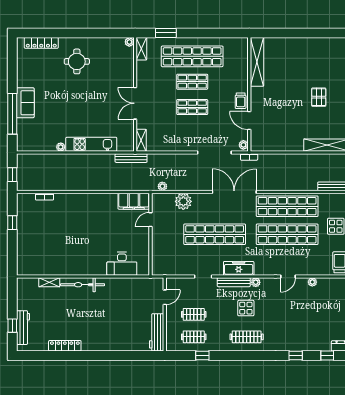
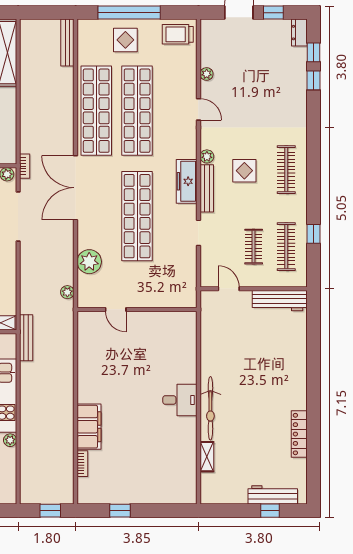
filing cabinet: (134, 201) -> (89, 427), moved
desk: (122, 264) -> (180, 400), moved, width x0.73
clothes rail: (194, 337) -> (286, 247), width x1.36
window: (296, 356) -> (313, 80), moved

